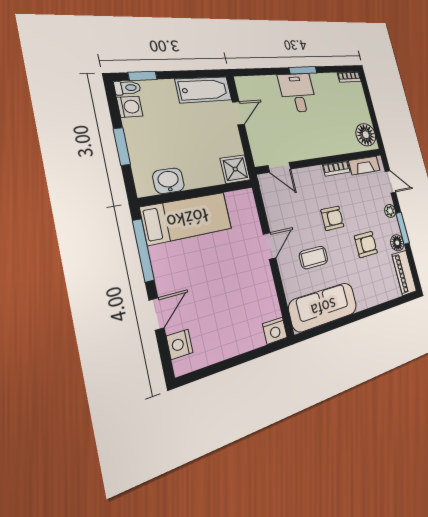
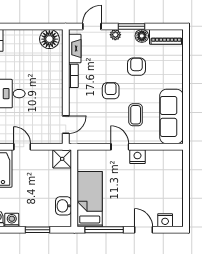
nightstand: (275, 331) -> (137, 157), moved, turned -90

